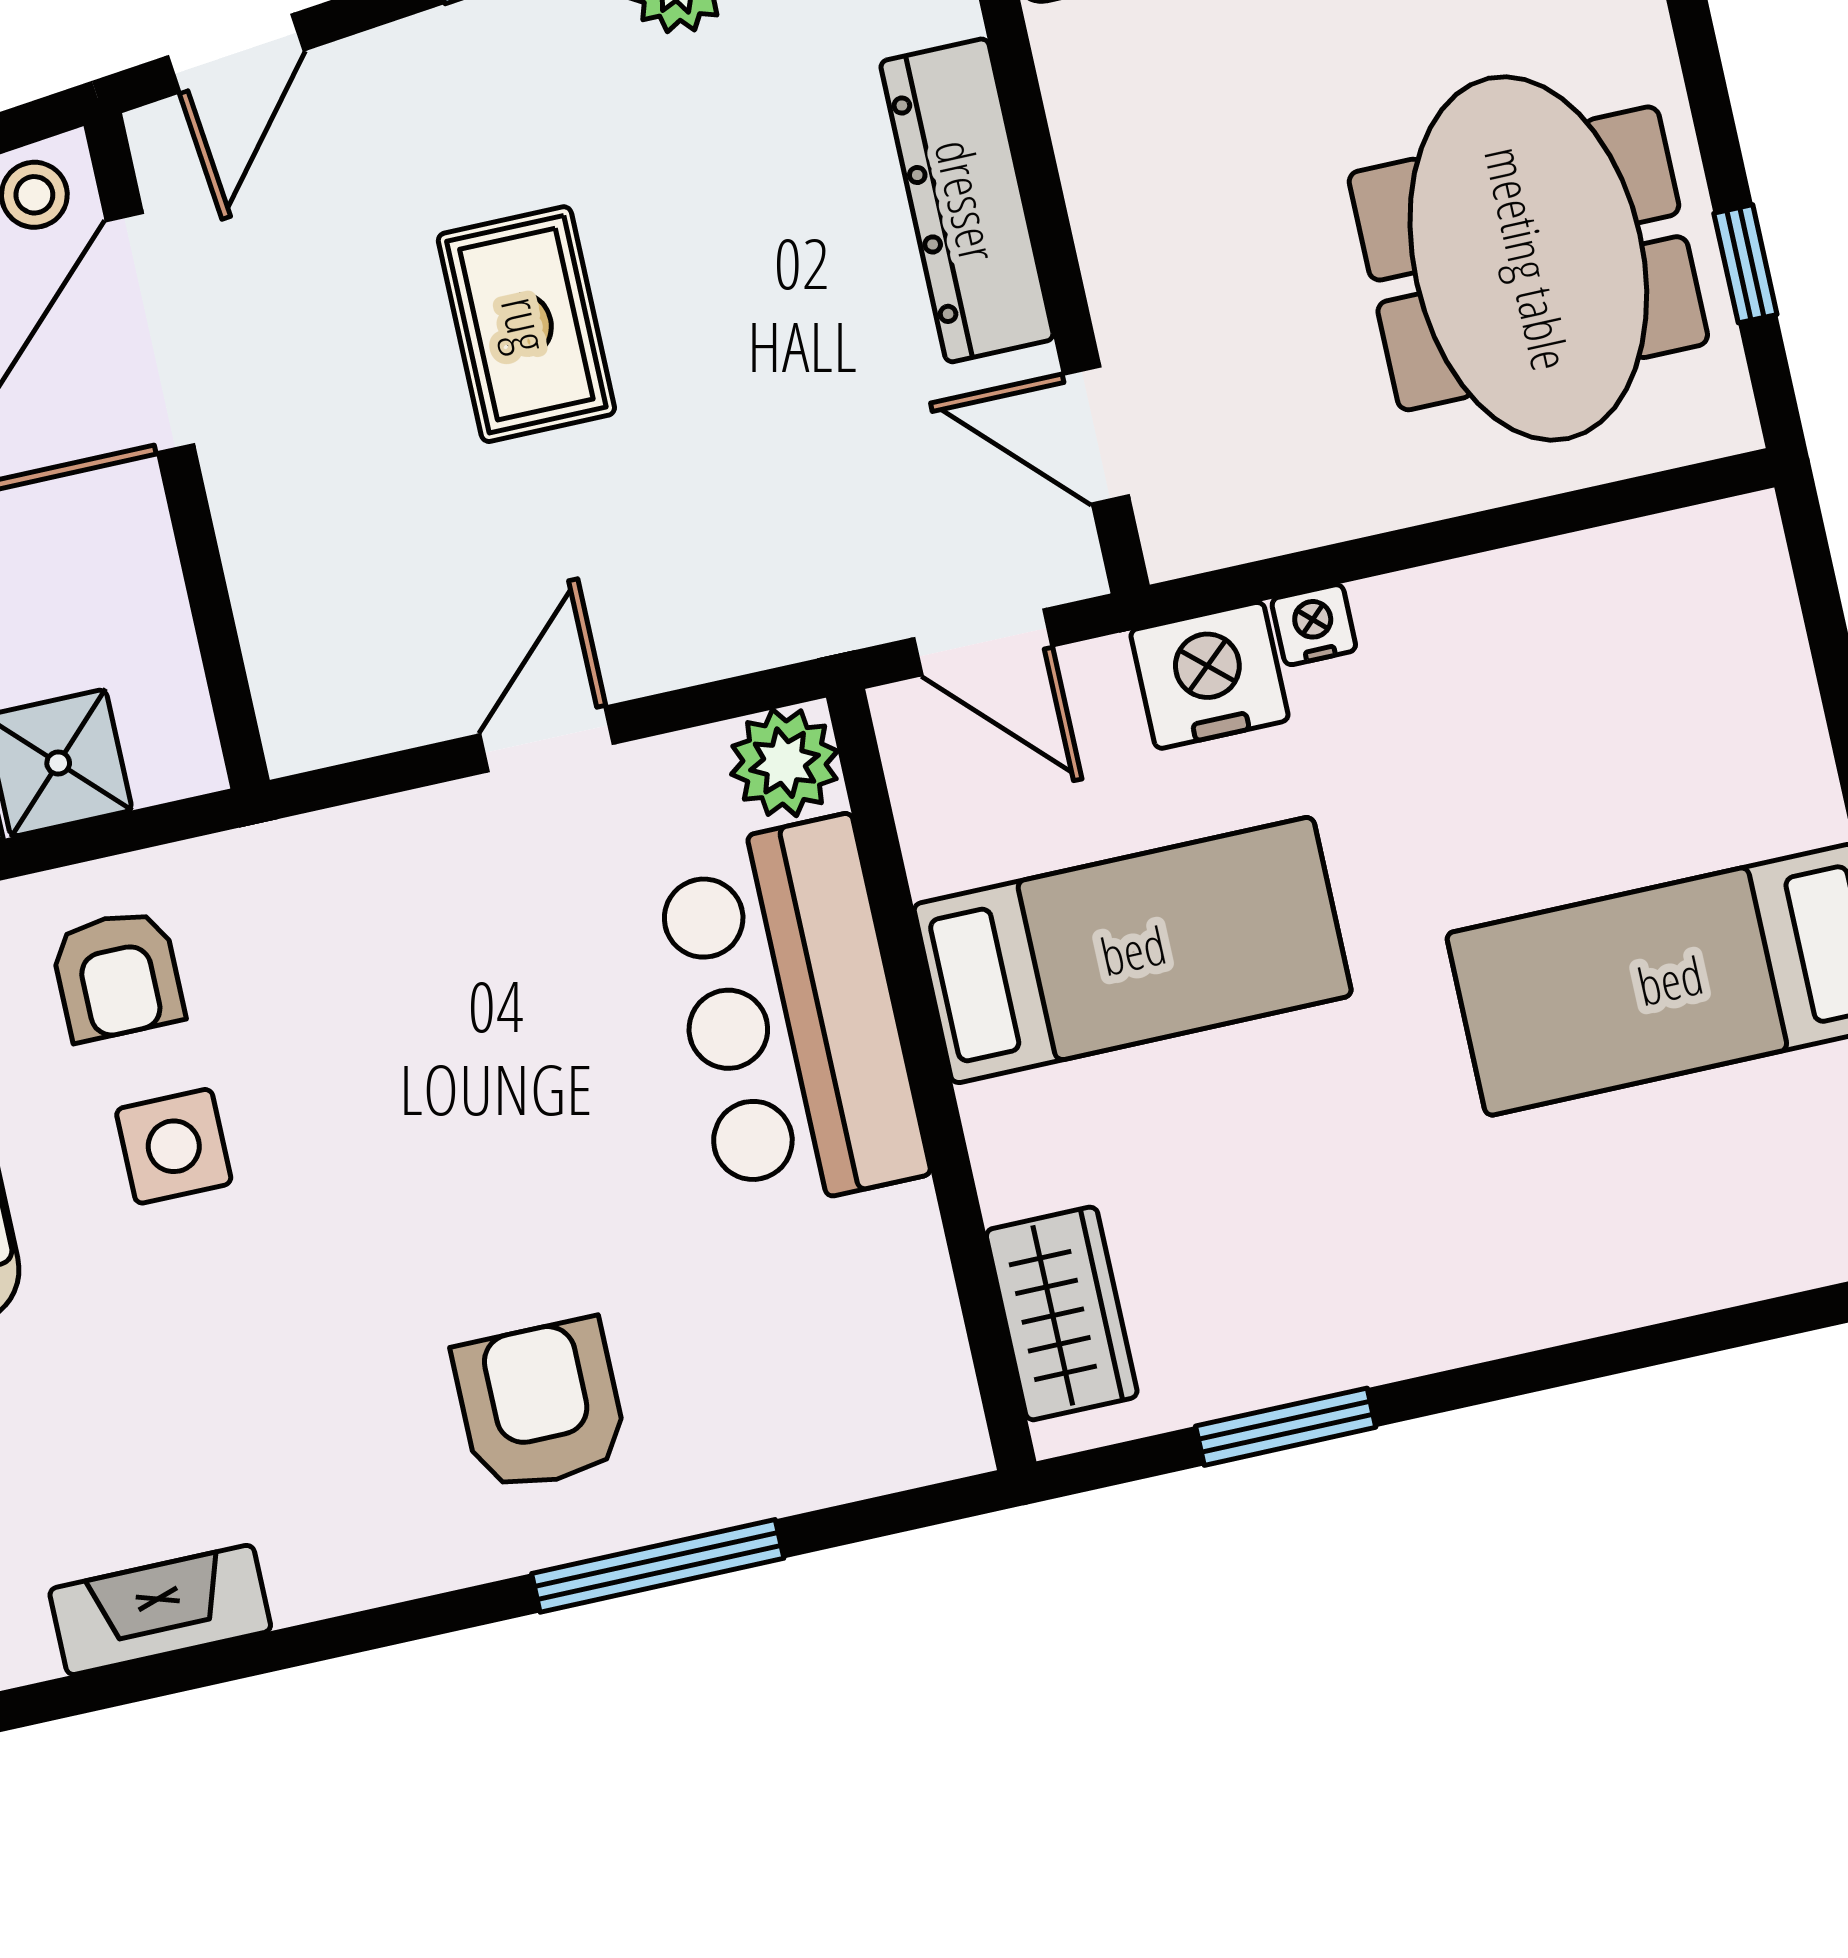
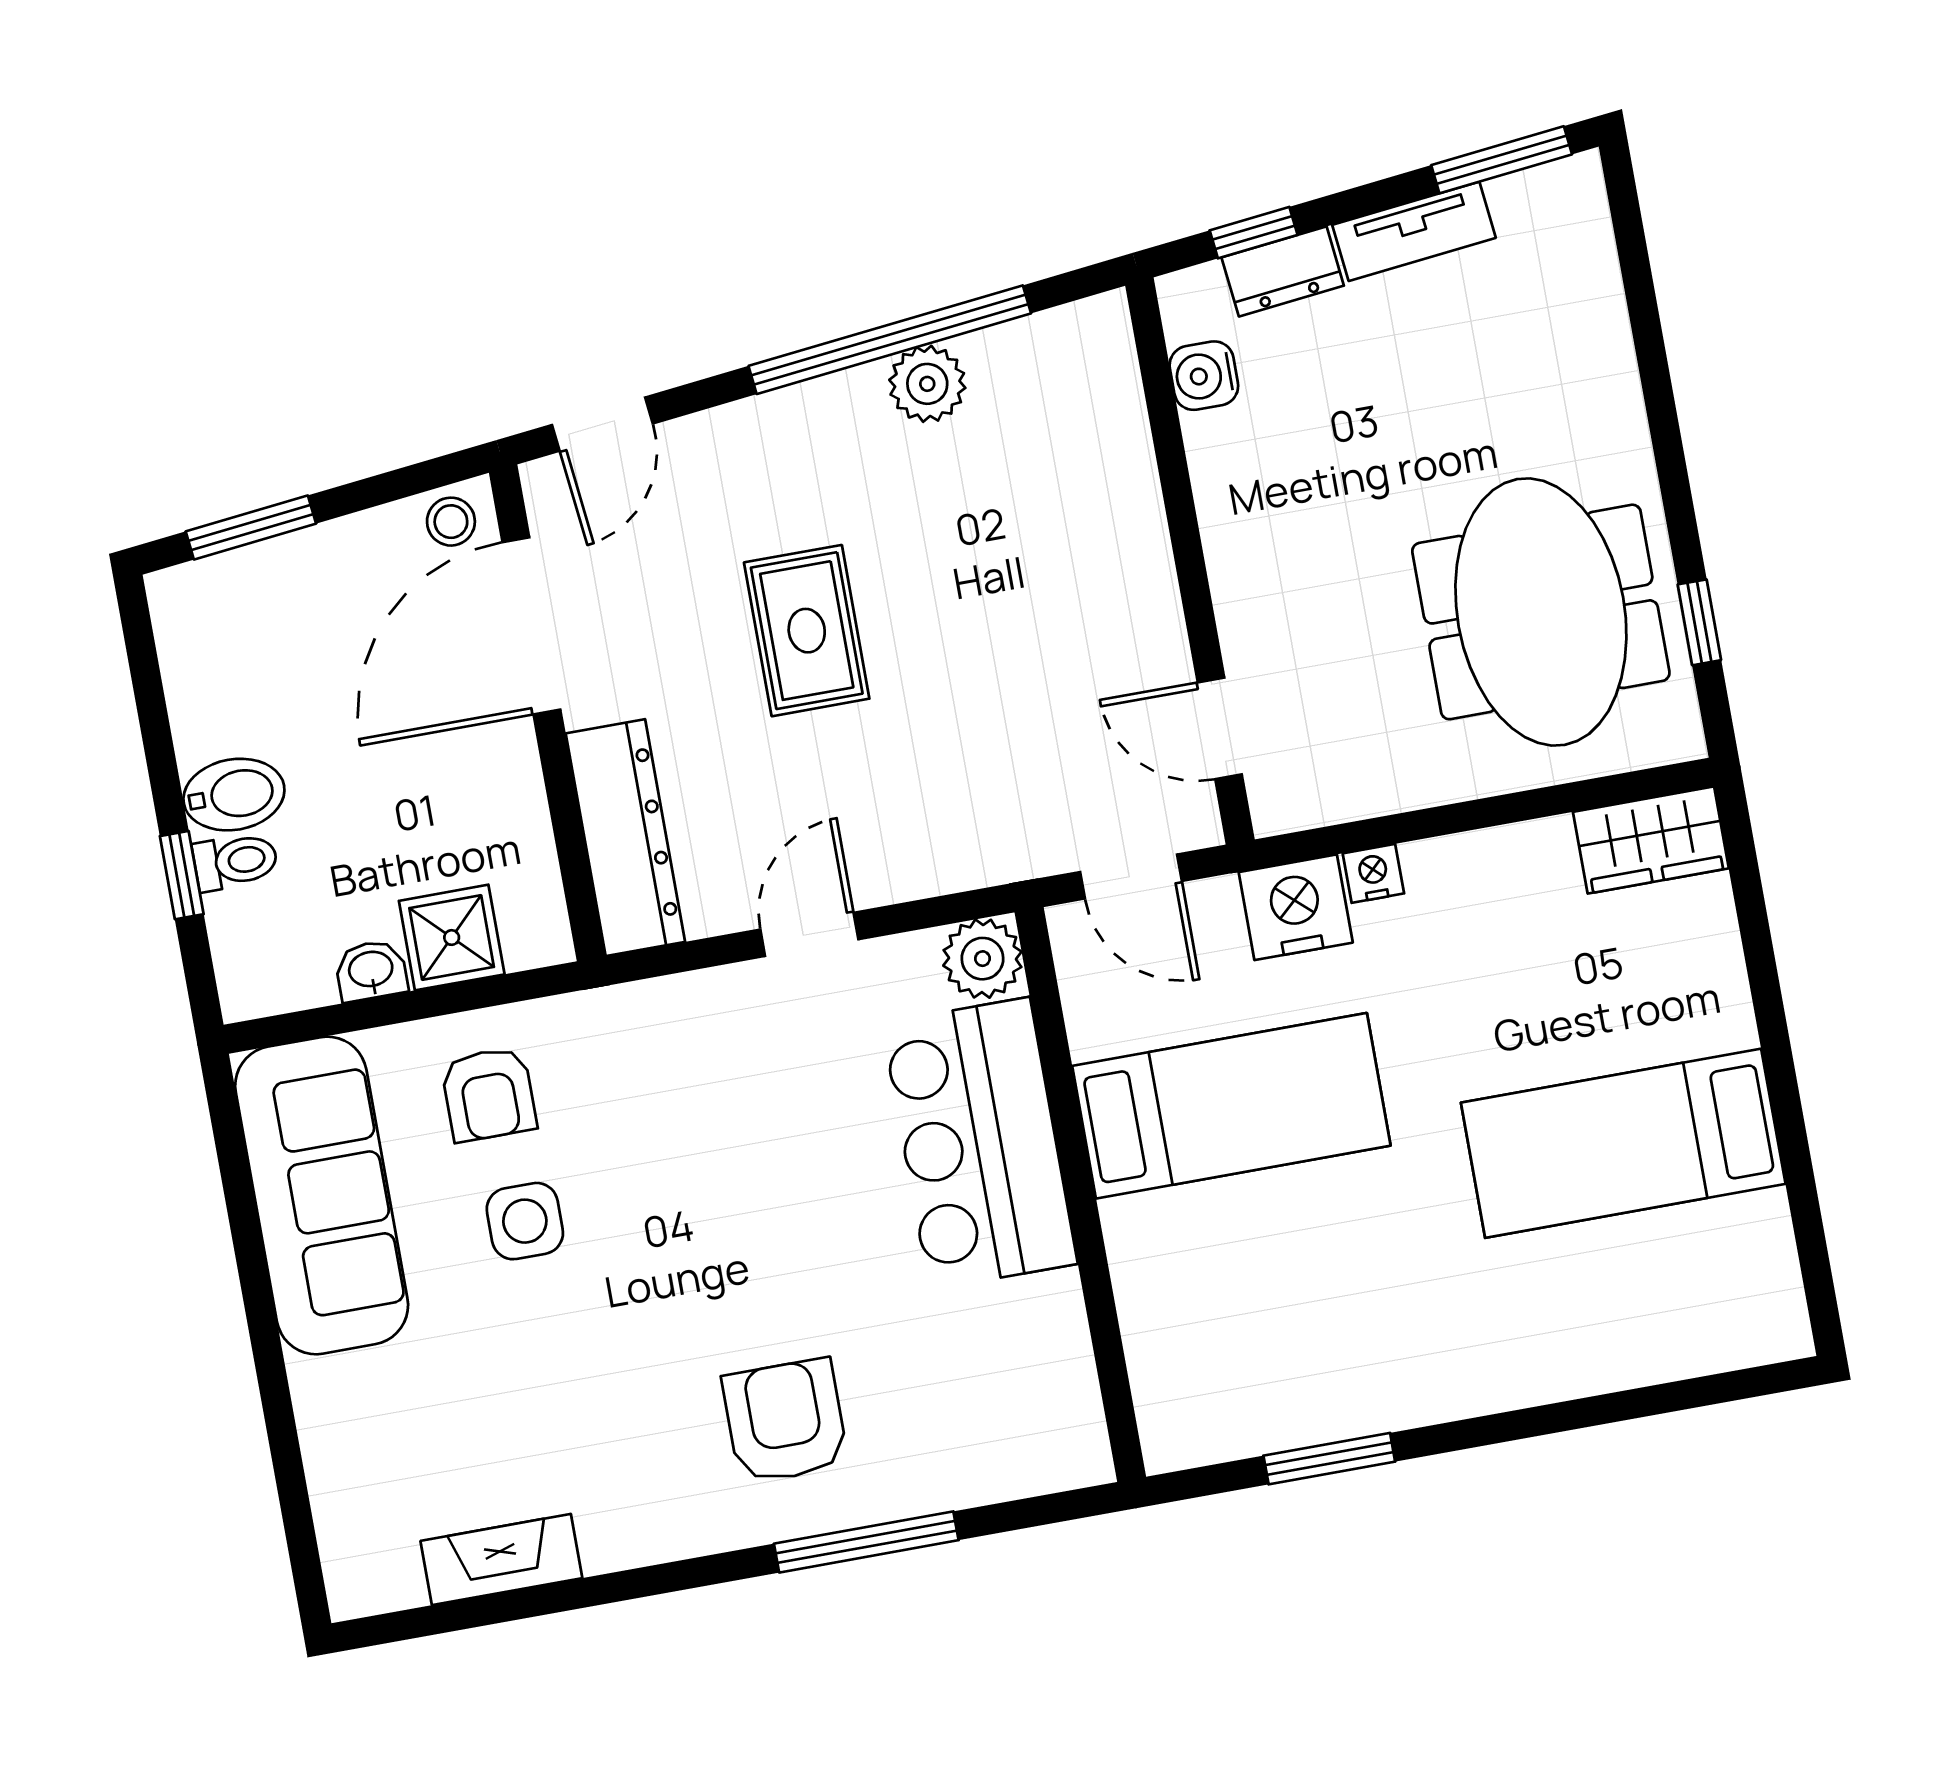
dresser: (967, 200) -> (625, 838), moved, turned 180
wardrobe: (1062, 1313) -> (1651, 840), moved, turned 90

